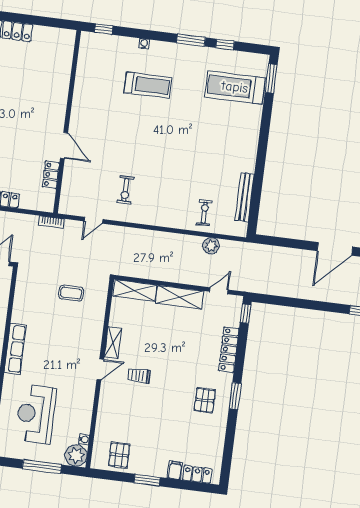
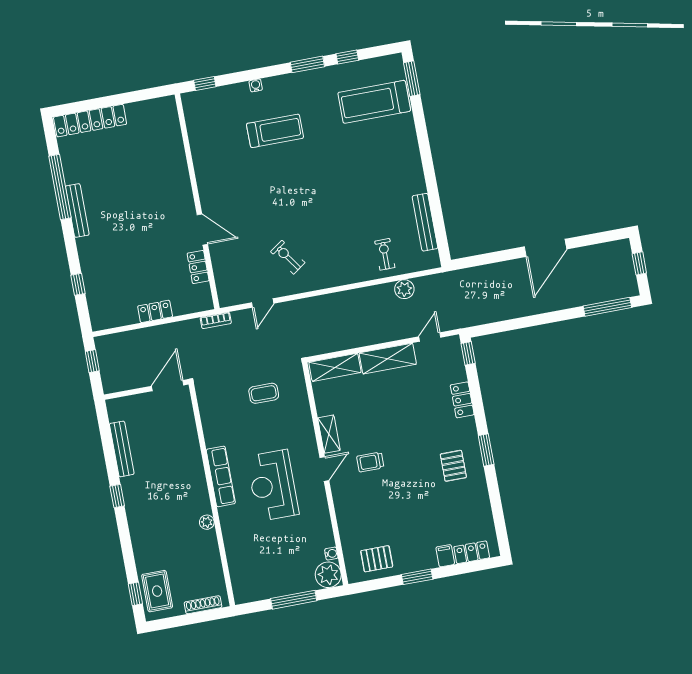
exercise bike: (125, 190) -> (288, 257), turned 145
locker: (229, 349) -> (462, 400), width x0.66
reception desk: (36, 414) -> (273, 485), moved
pallet: (119, 455) -> (377, 559), turned 90

